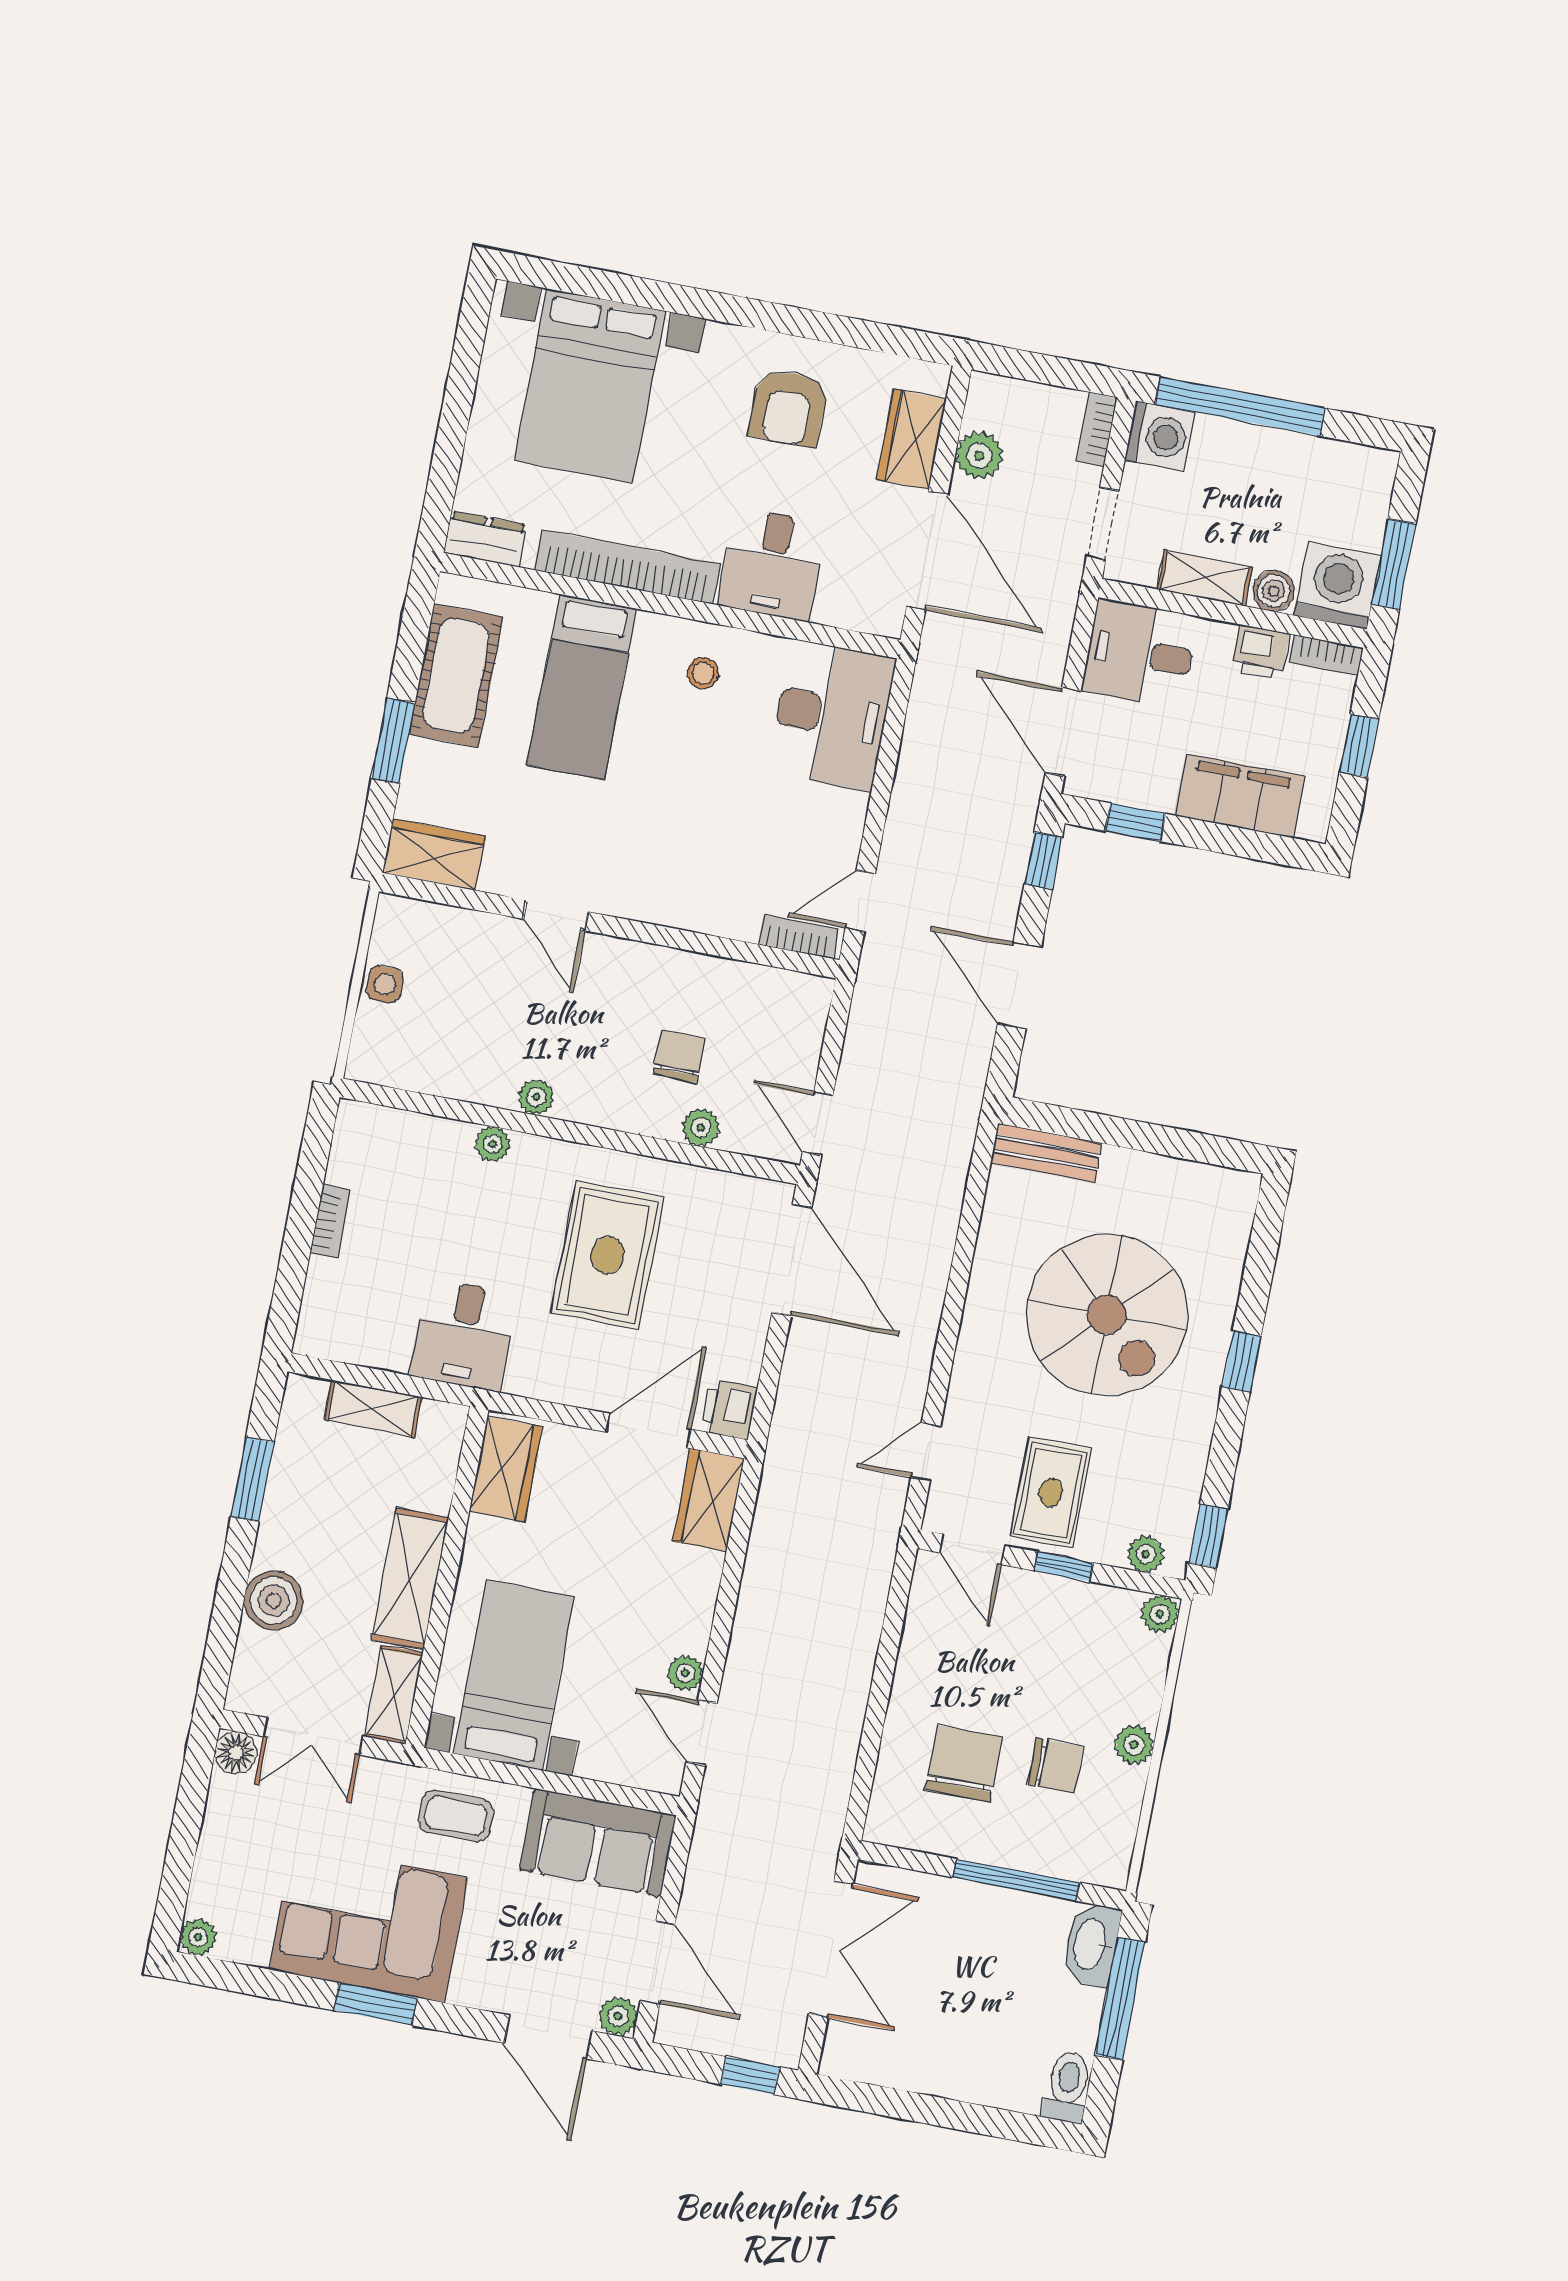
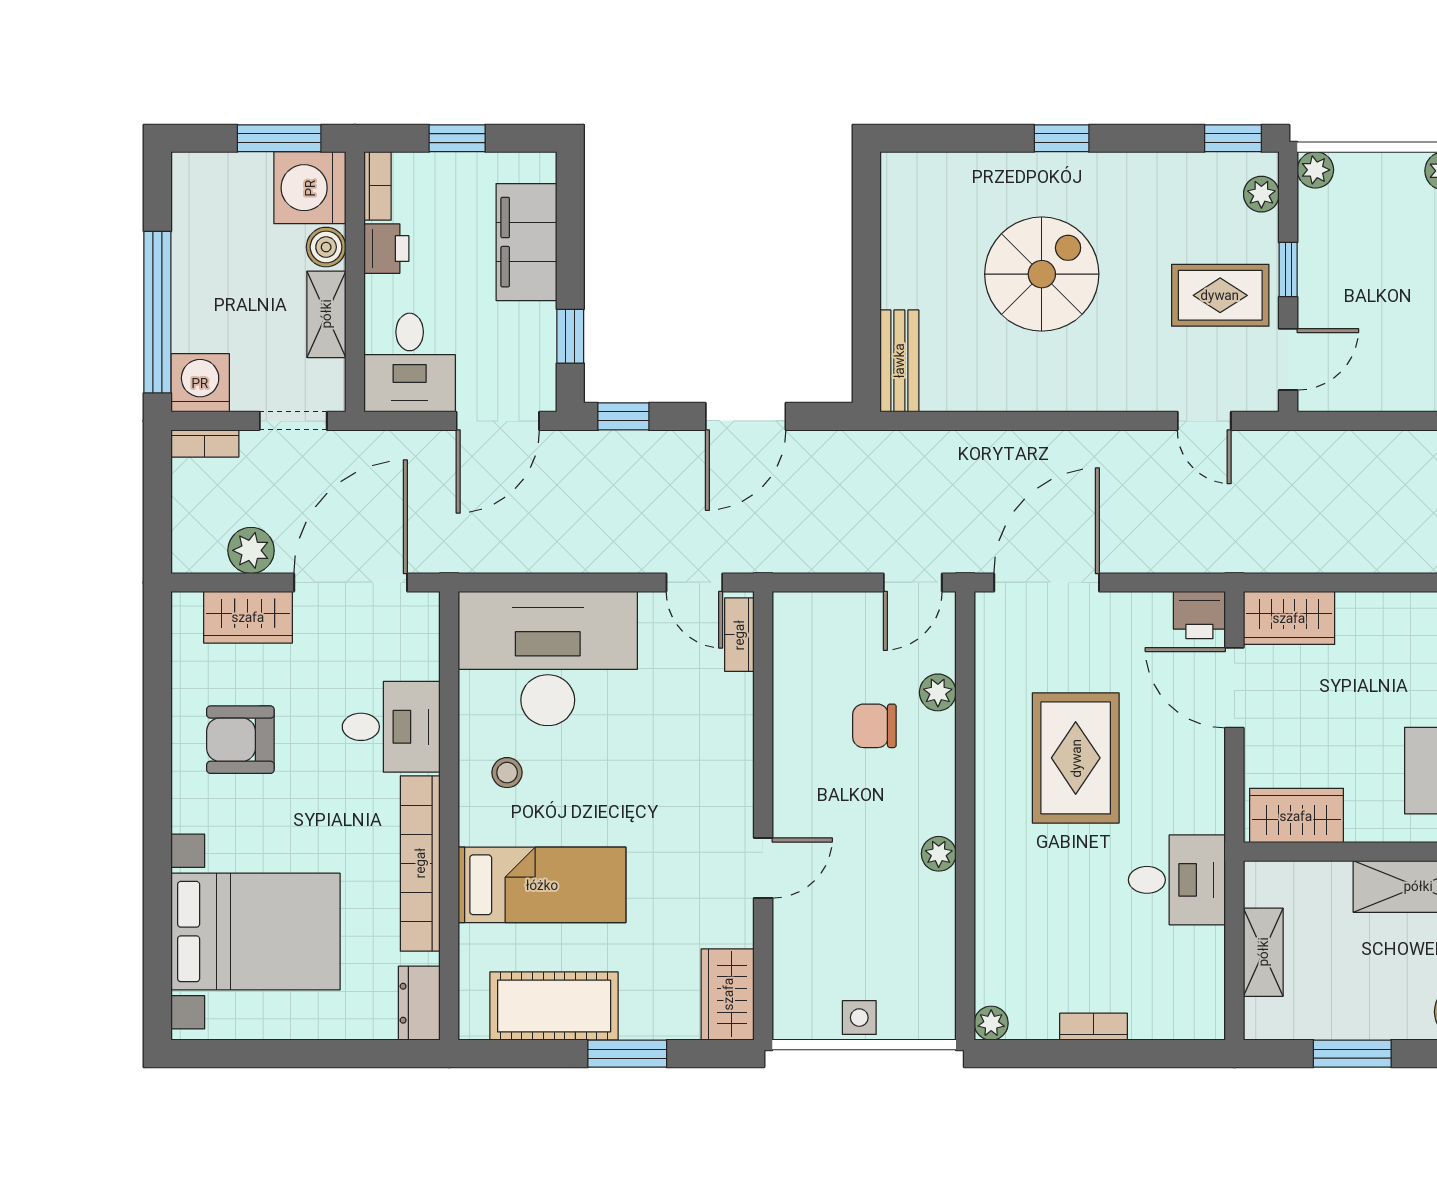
armchair: (788, 408) -> (240, 740), turned 180
desk: (832, 715) -> (548, 659), width x1.36, depth x1.30
plant: (493, 1144) -> (991, 1023), moved
rug: (607, 1255) -> (1076, 758), turned 90
spiral stairs: (1107, 1315) -> (1042, 274), width x0.73, depth x0.73

